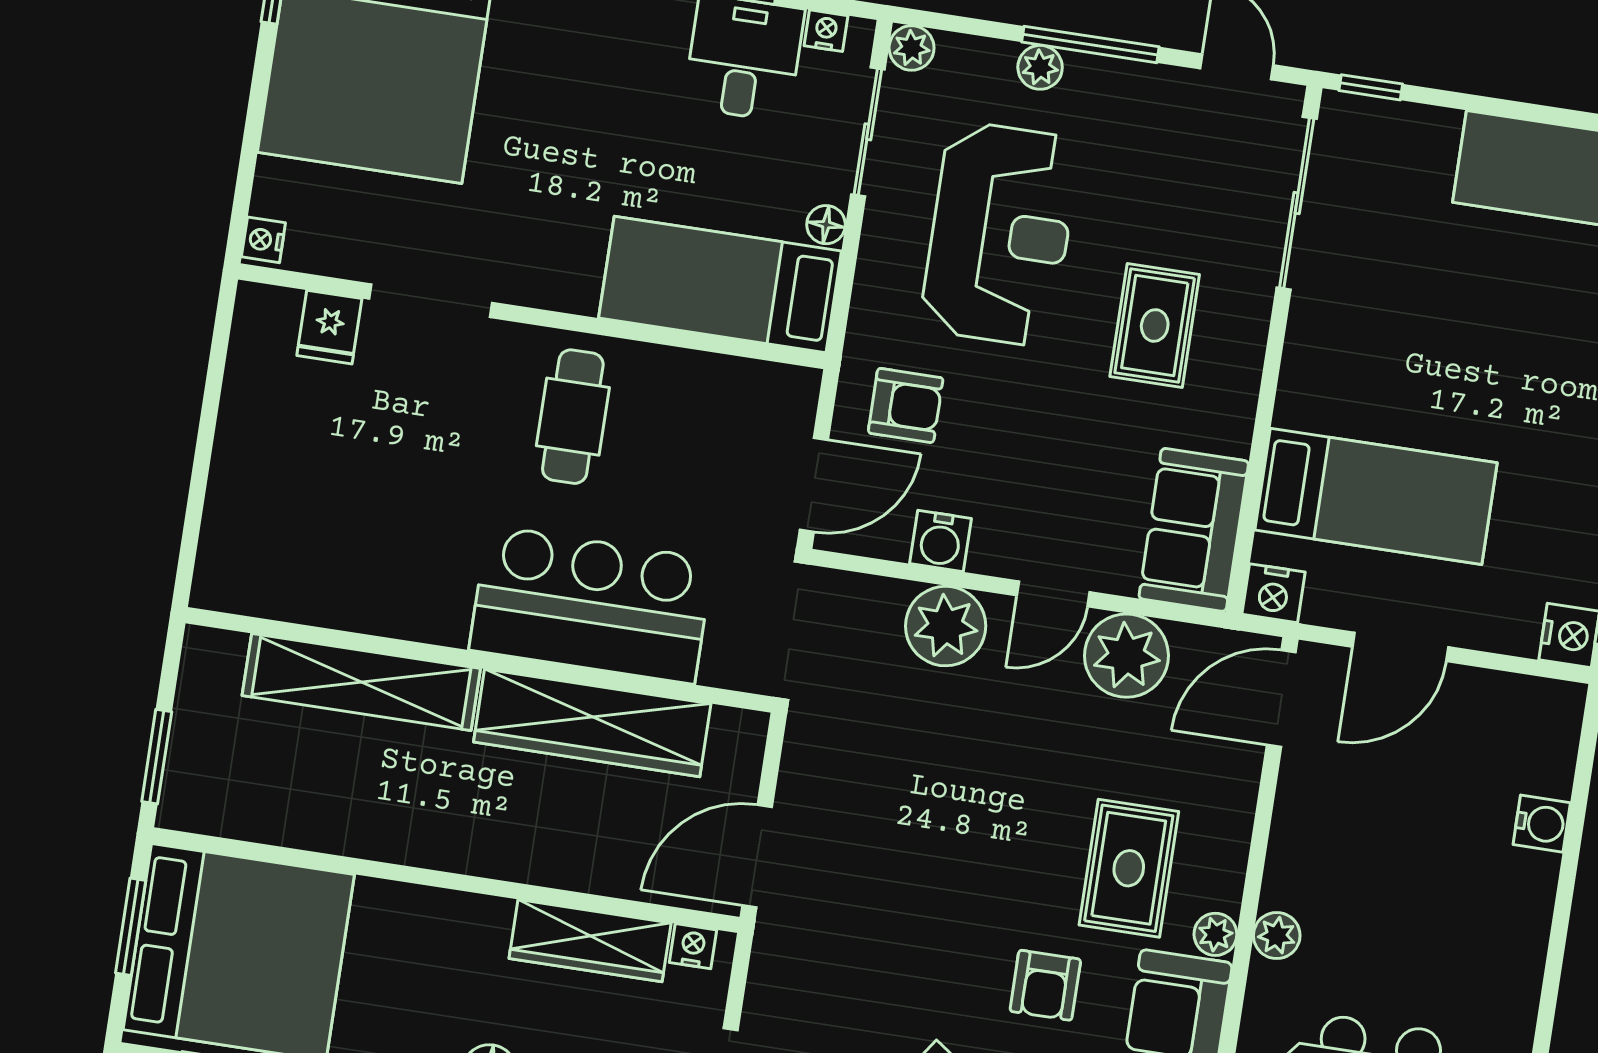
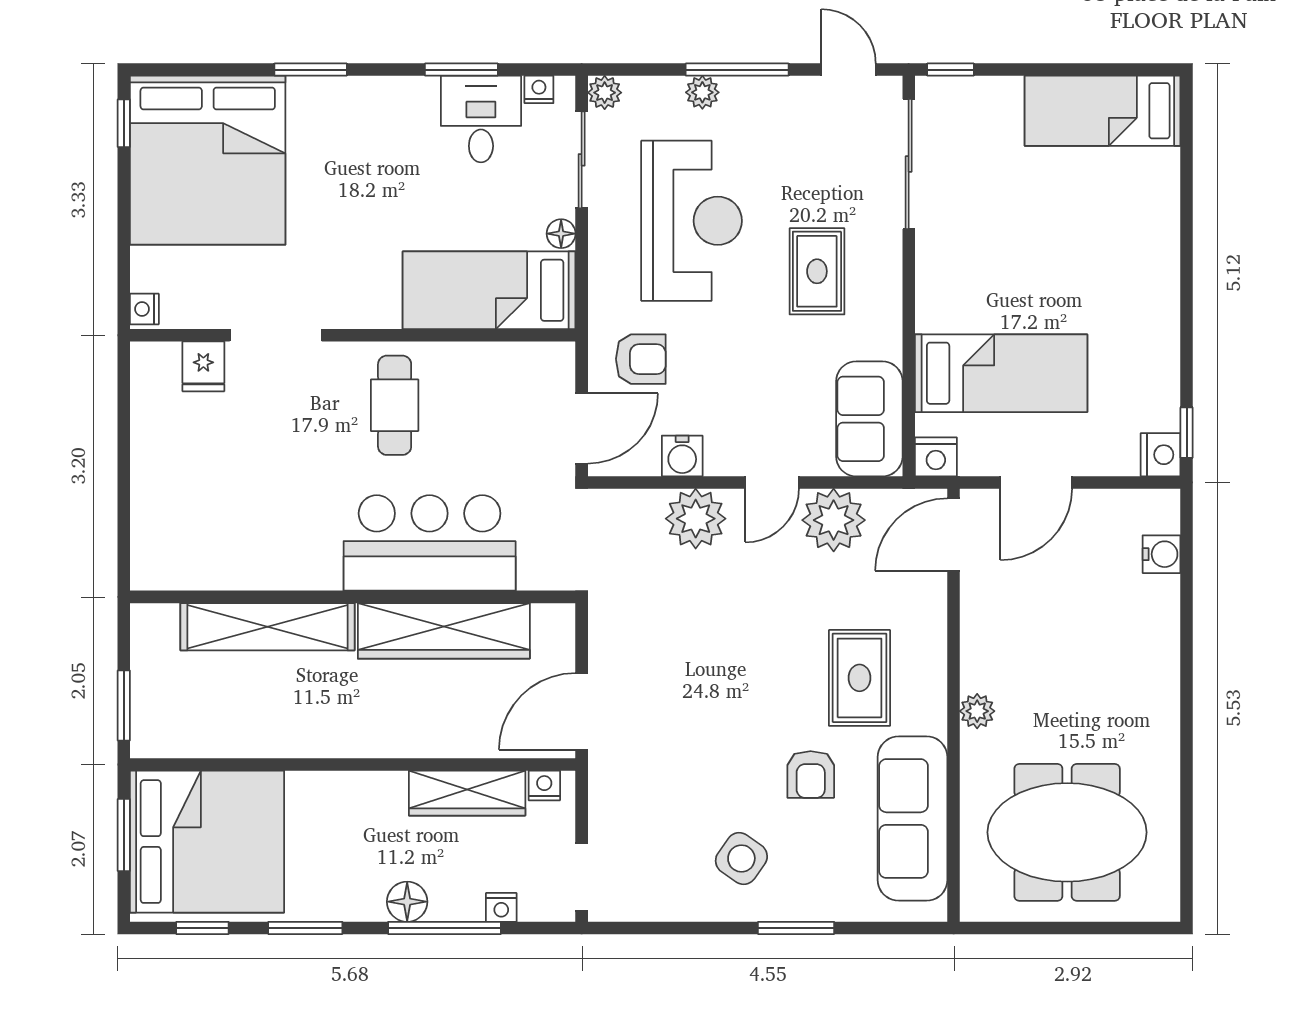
water cooler: (1542, 824) -> (1162, 554), moved
plant: (1215, 934) -> (931, 717), removed

